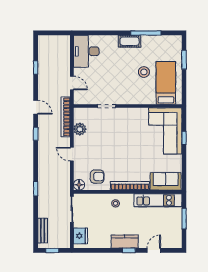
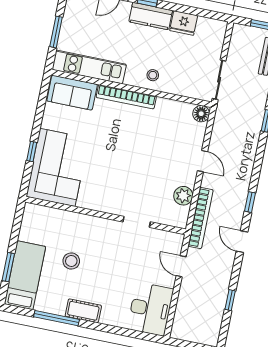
bed: (166, 83) -> (25, 275), moved, turned 180
armchair: (97, 177) -> (172, 120), removed
fridge: (80, 236) -> (184, 23), moved, turned -90

